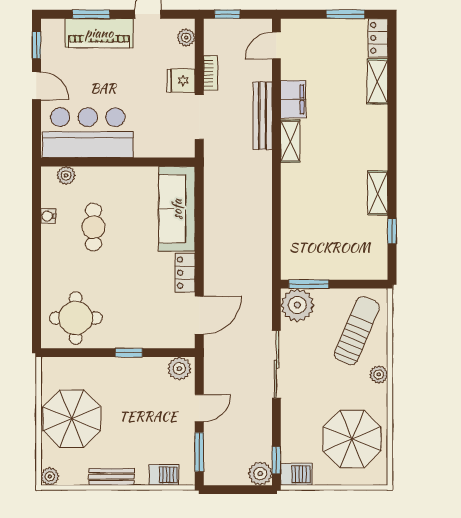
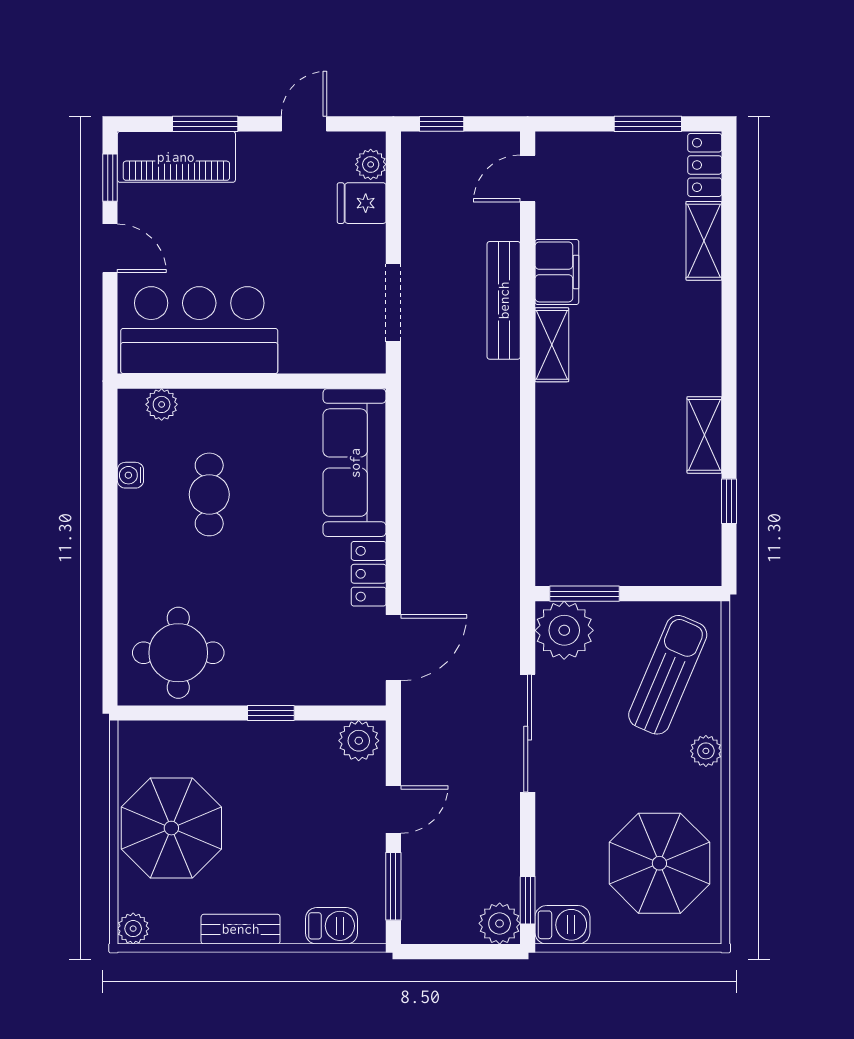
piano: (99, 33) -> (176, 157), moved
bookcase: (210, 73) -> (413, 226), removed
fridge: (181, 81) -> (362, 203), moved

